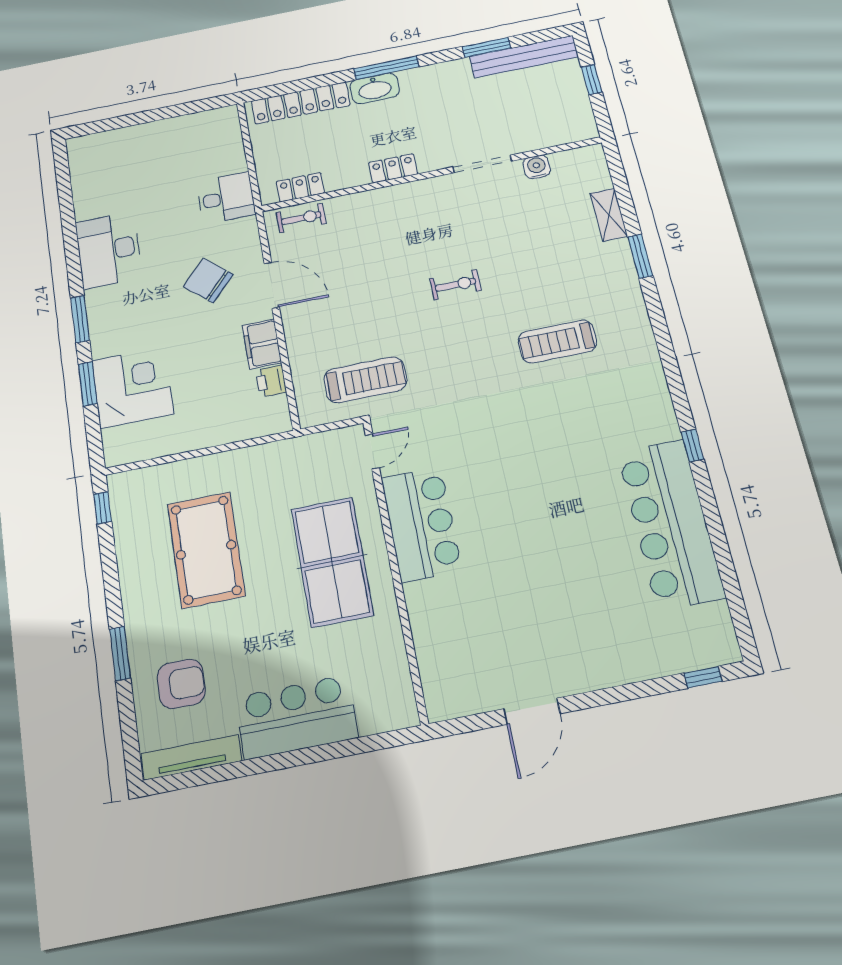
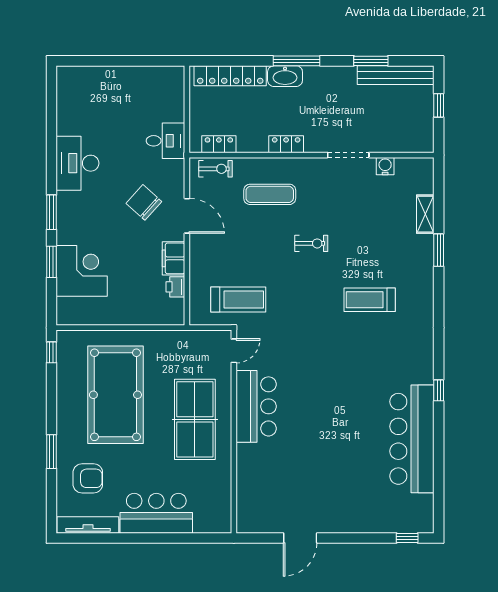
exercise mat: (383, 234) -> (270, 194), added
pool table: (206, 550) -> (115, 395), width x1.36, depth x1.32

